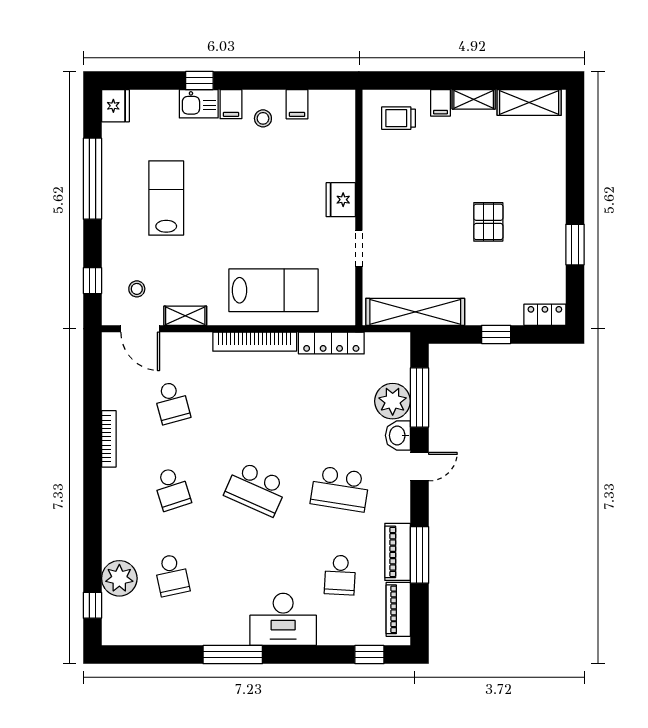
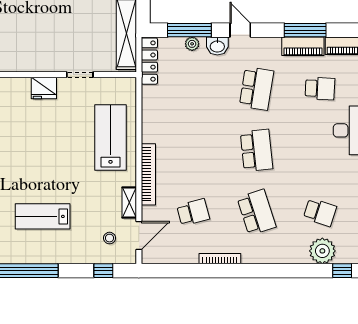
bookcase: (255, 342) -> (148, 174), moved
locker: (331, 343) -> (149, 61), moved
plant: (393, 401) -> (192, 44), width x0.53, depth x0.53
school desk: (172, 489) -> (257, 212), width x1.85
school desk: (256, 489) -> (257, 150), turned -30
school desk: (172, 575) -> (320, 212), turned 30

